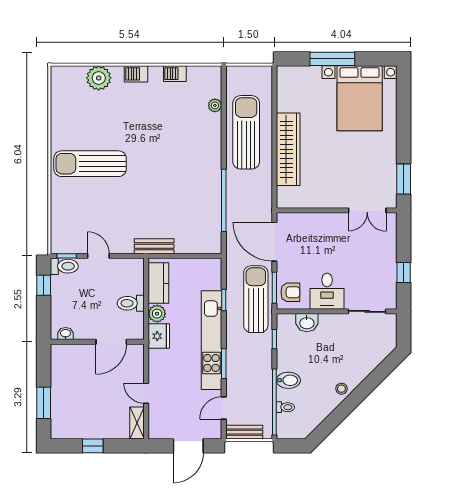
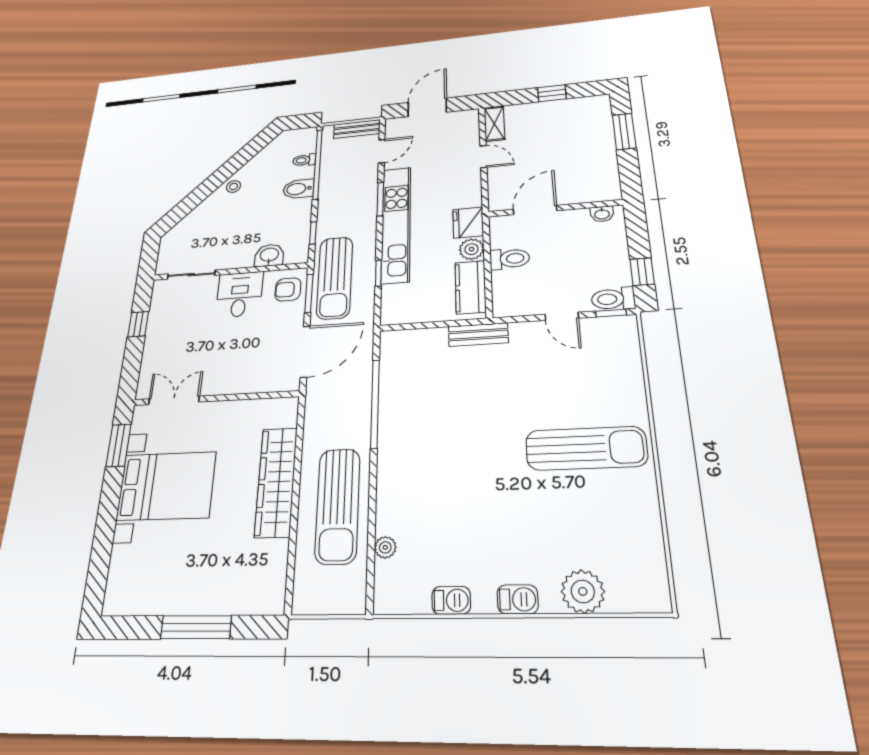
bed with nightstands: (360, 98) -> (166, 486), moved, turned 90
door: (274, 242) -> (305, 352), hinge flipped

